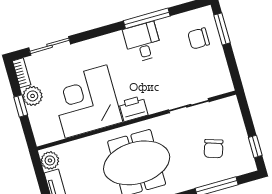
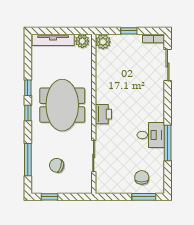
plant: (33, 96) -> (103, 42), moved
corner desk: (86, 102) -> (118, 80), removed

